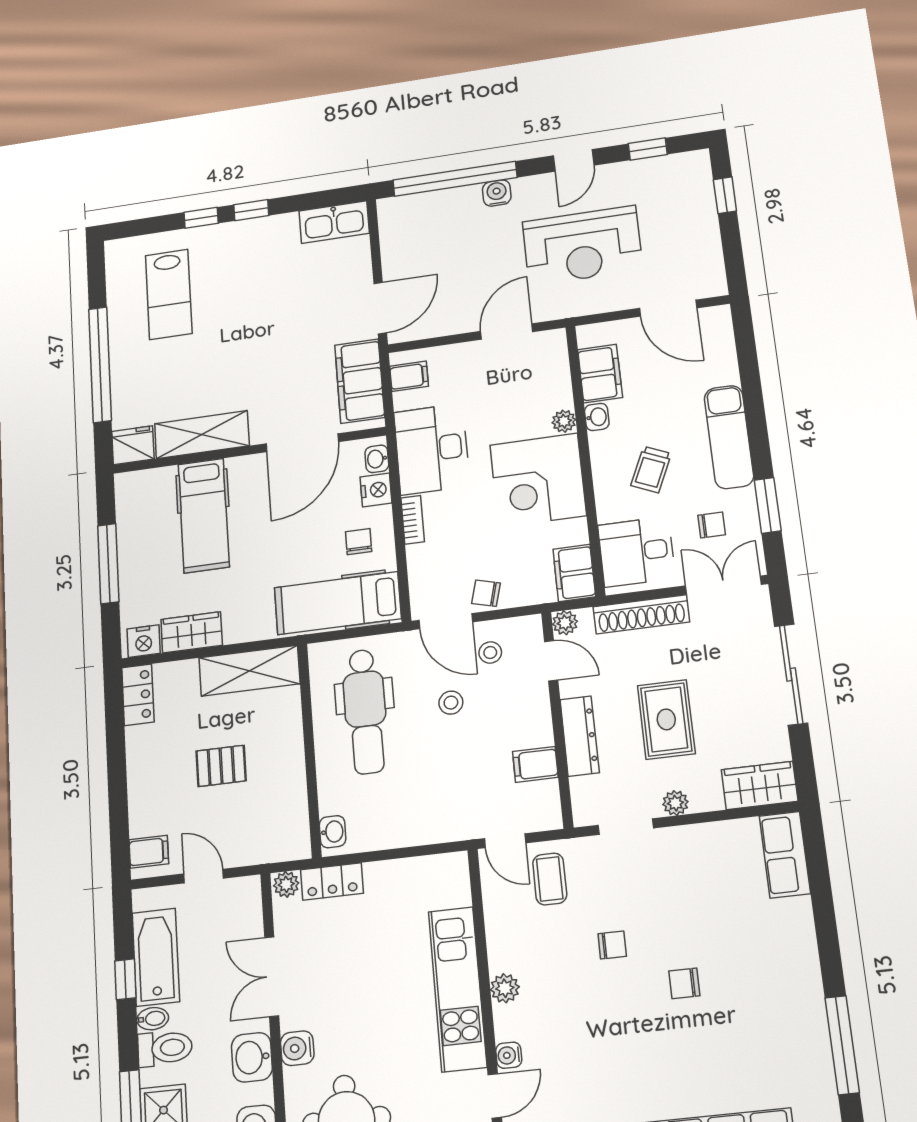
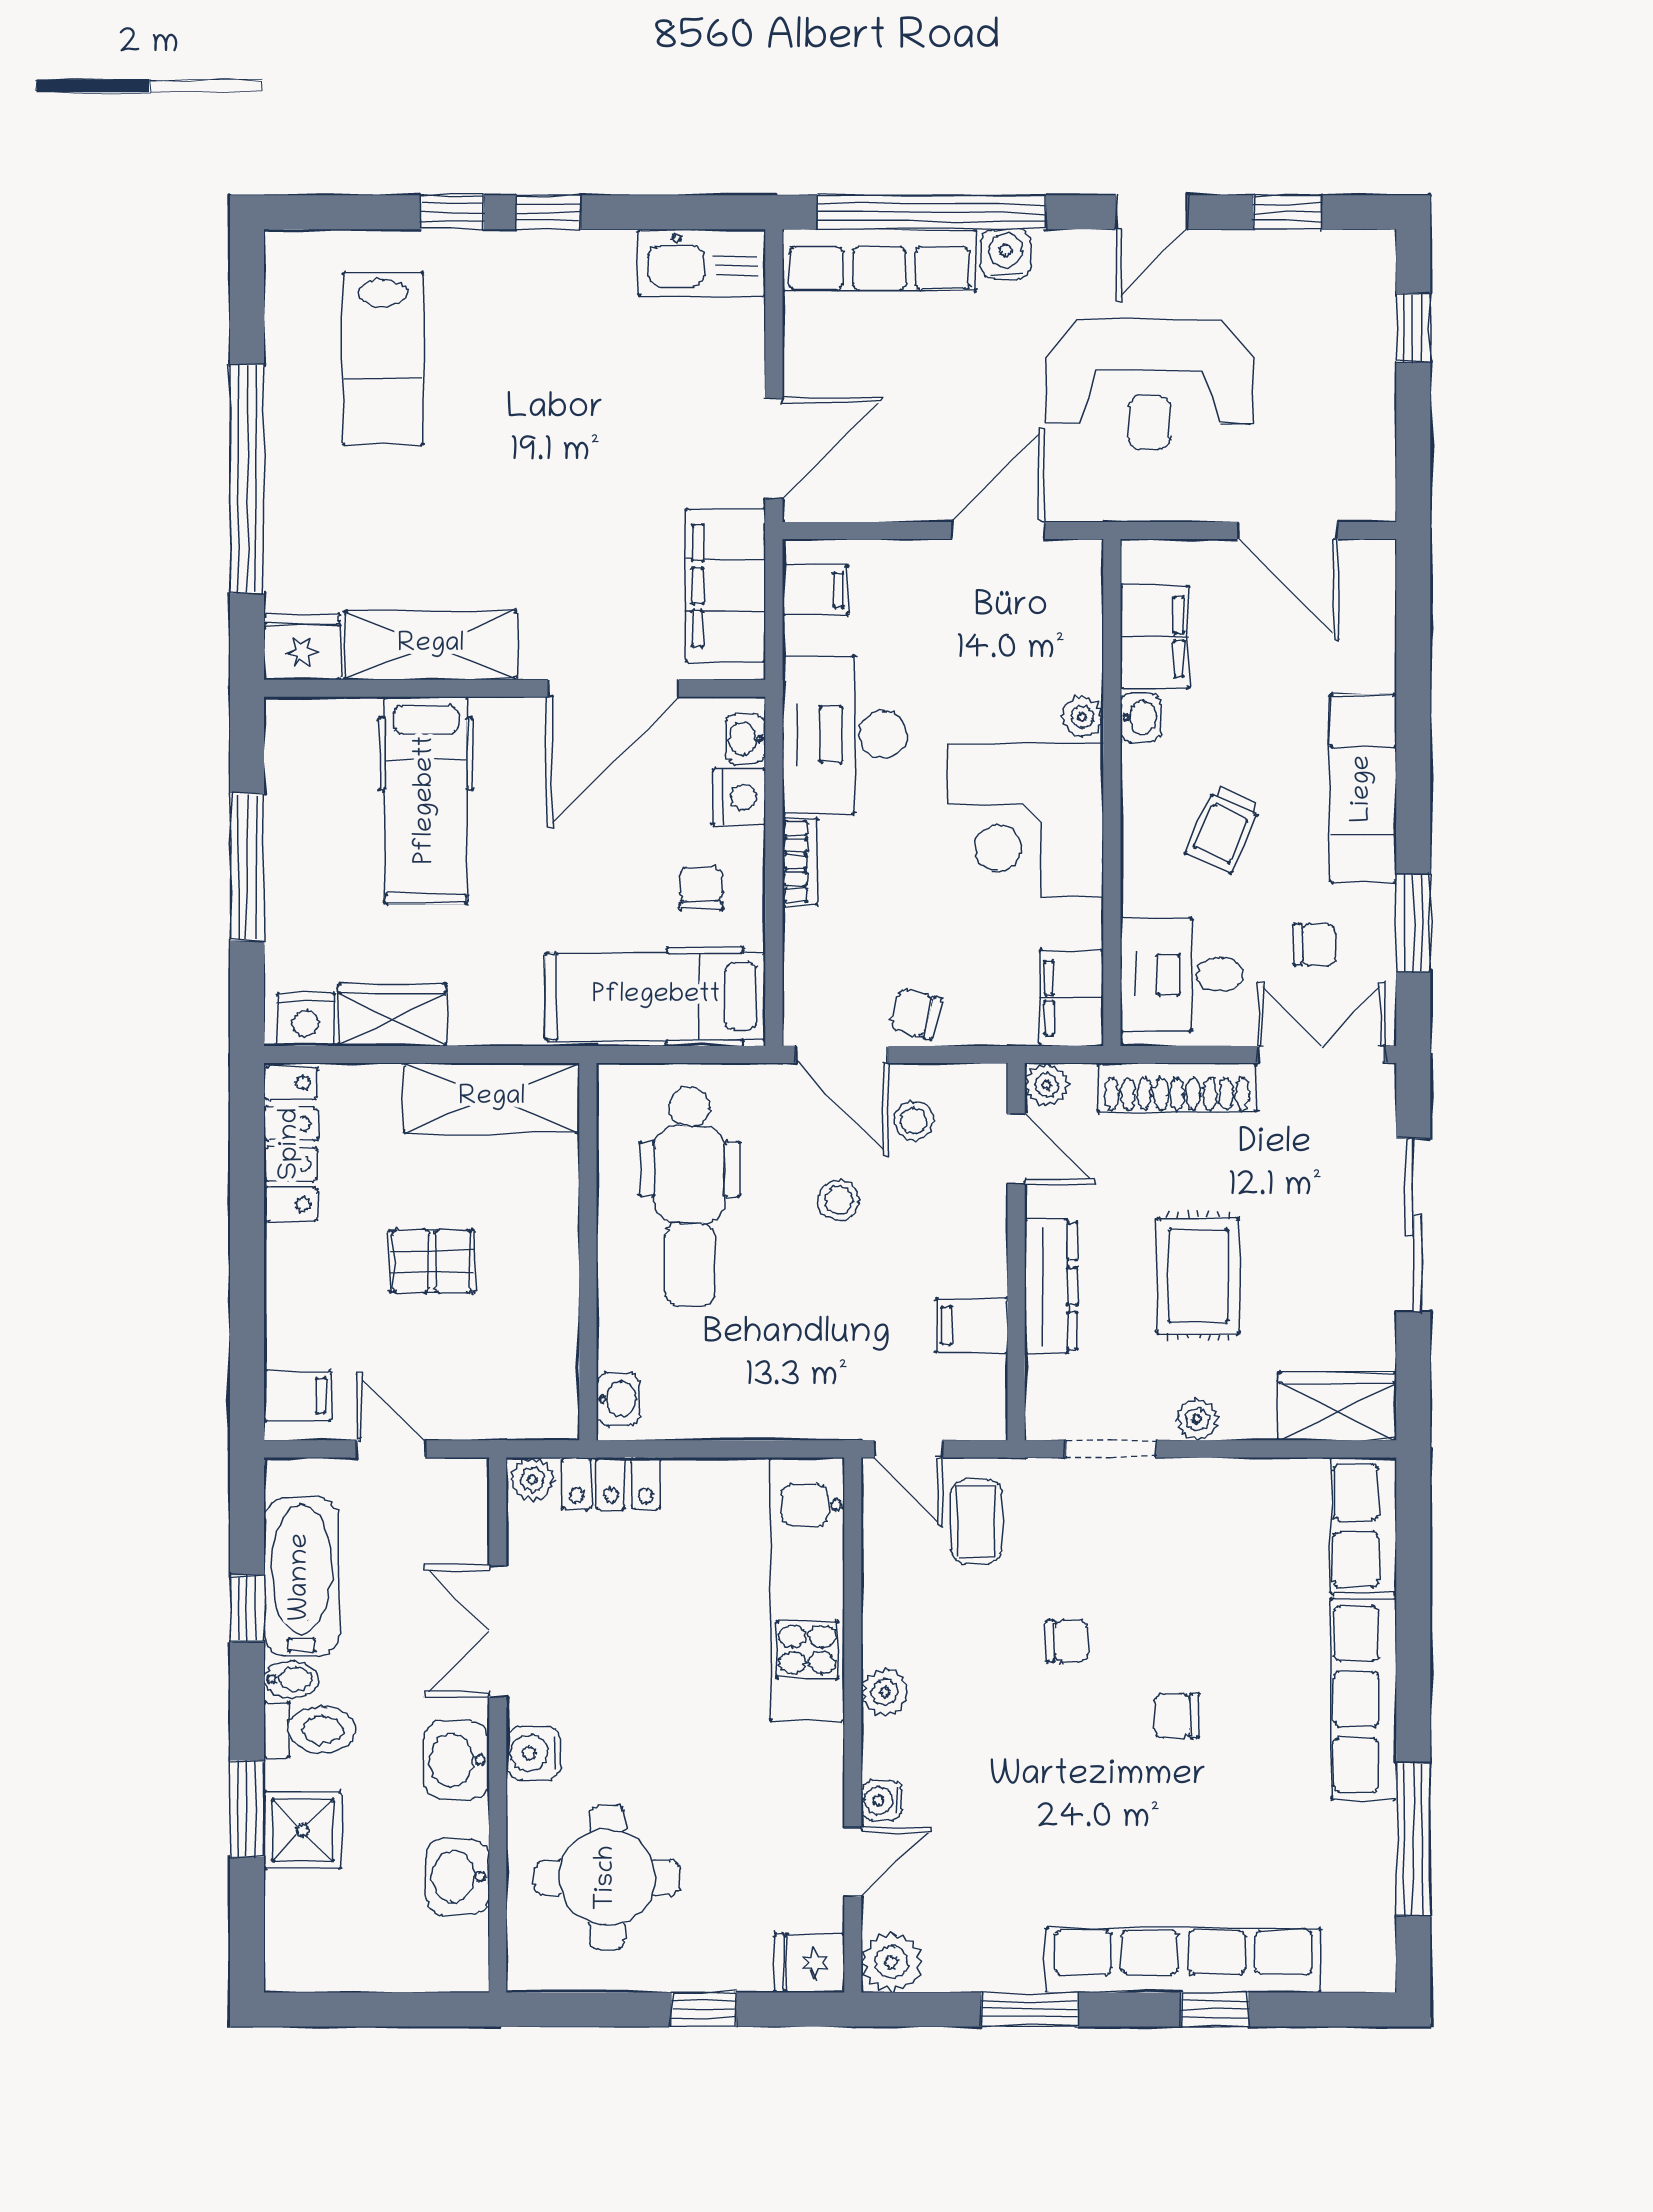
row of seats: (429, 207) -> (879, 260), added
locker: (138, 695) -> (291, 1144), width x1.53
row of seats: (799, 961) -> (1364, 1699), added
kitchen unit: (457, 989) -> (807, 1589), moved

